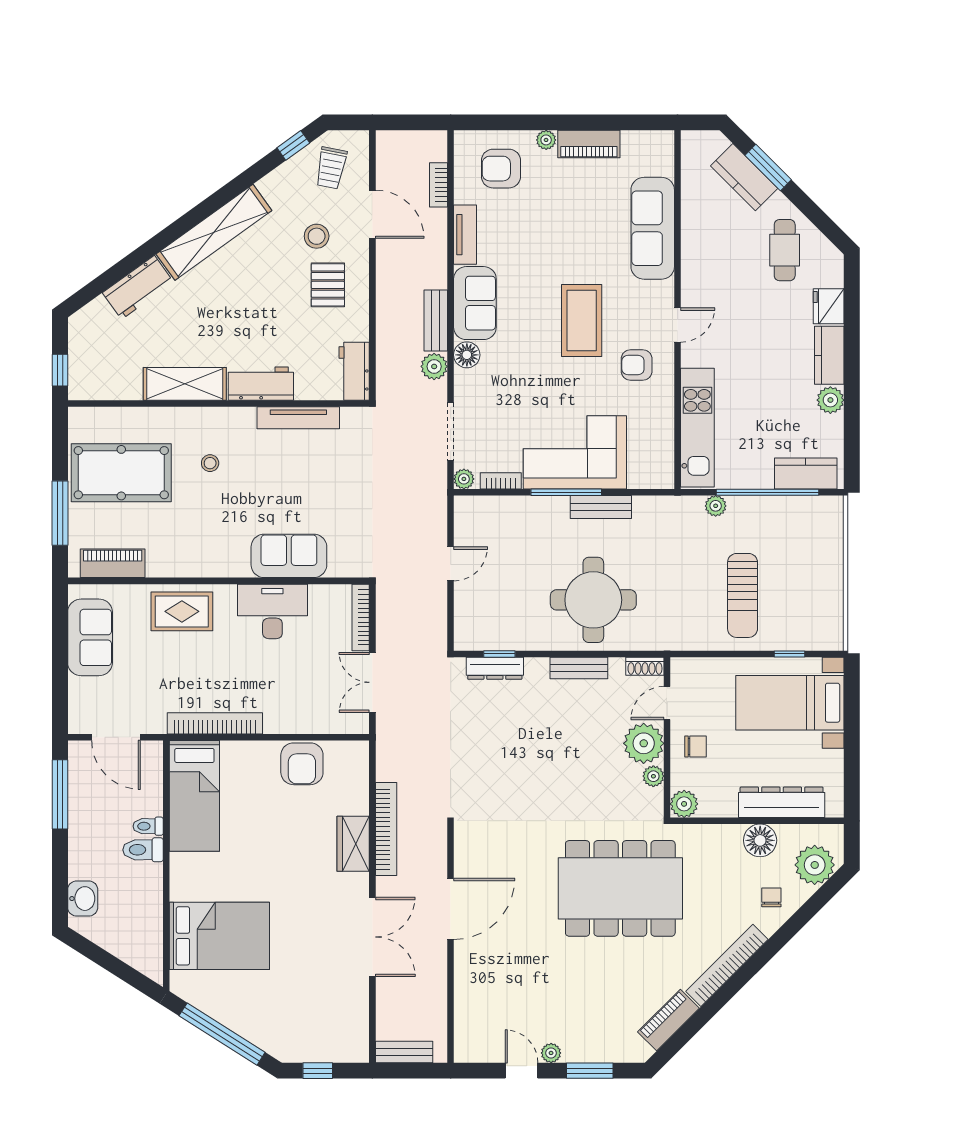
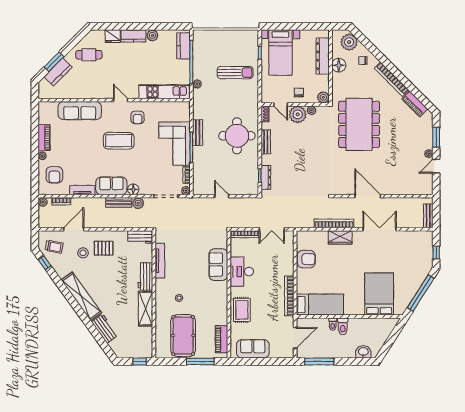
plant: (437, 141) -> (43, 202), added

